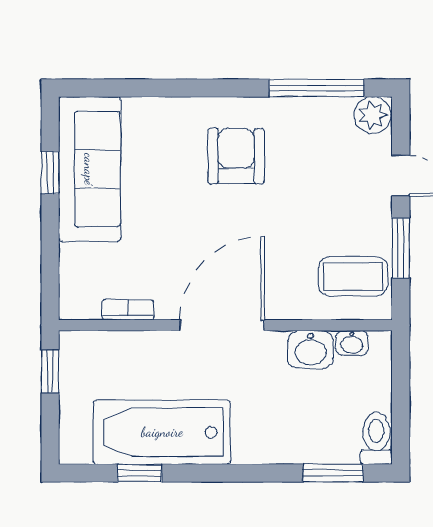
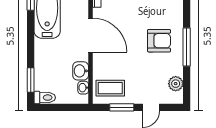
window: (317, 88) -> (187, 47), moved
plant: (372, 115) -> (176, 84), moved
coffee table: (353, 276) -> (110, 88), turned 90

